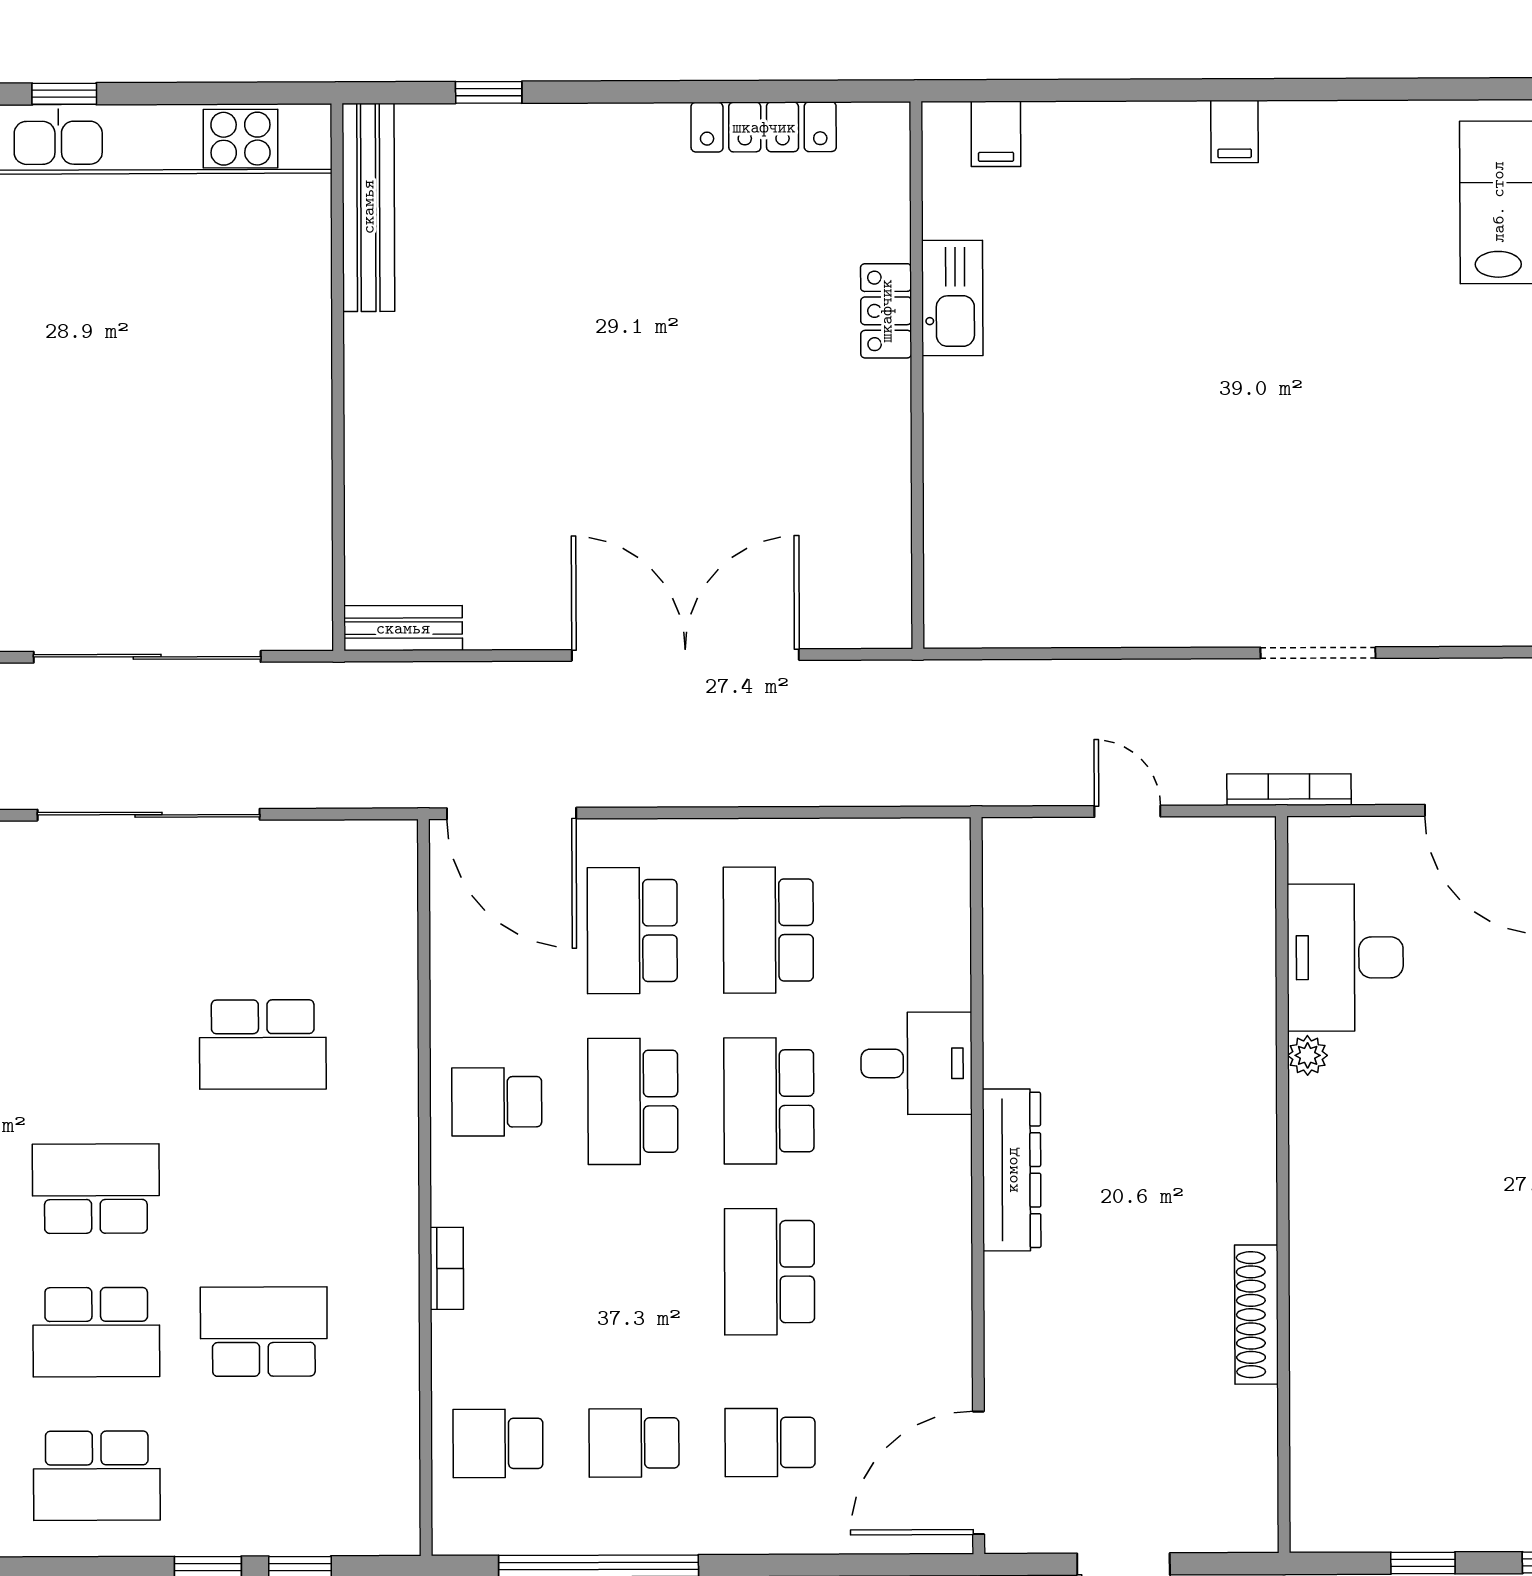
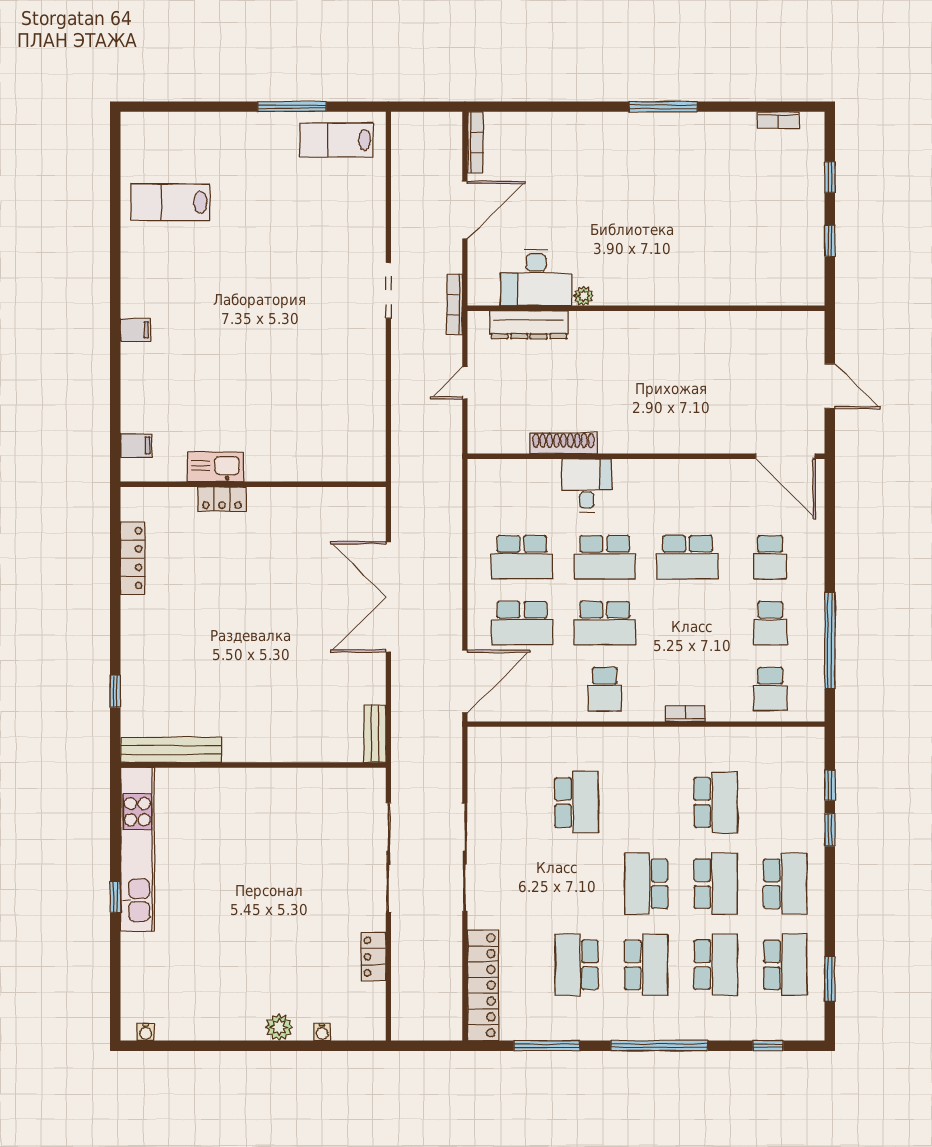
dresser: (1012, 1170) -> (529, 325), moved, turned 180
shoe rack: (1256, 1315) -> (563, 443), moved, turned 180
school desk: (264, 1332) -> (716, 802), turned 180

